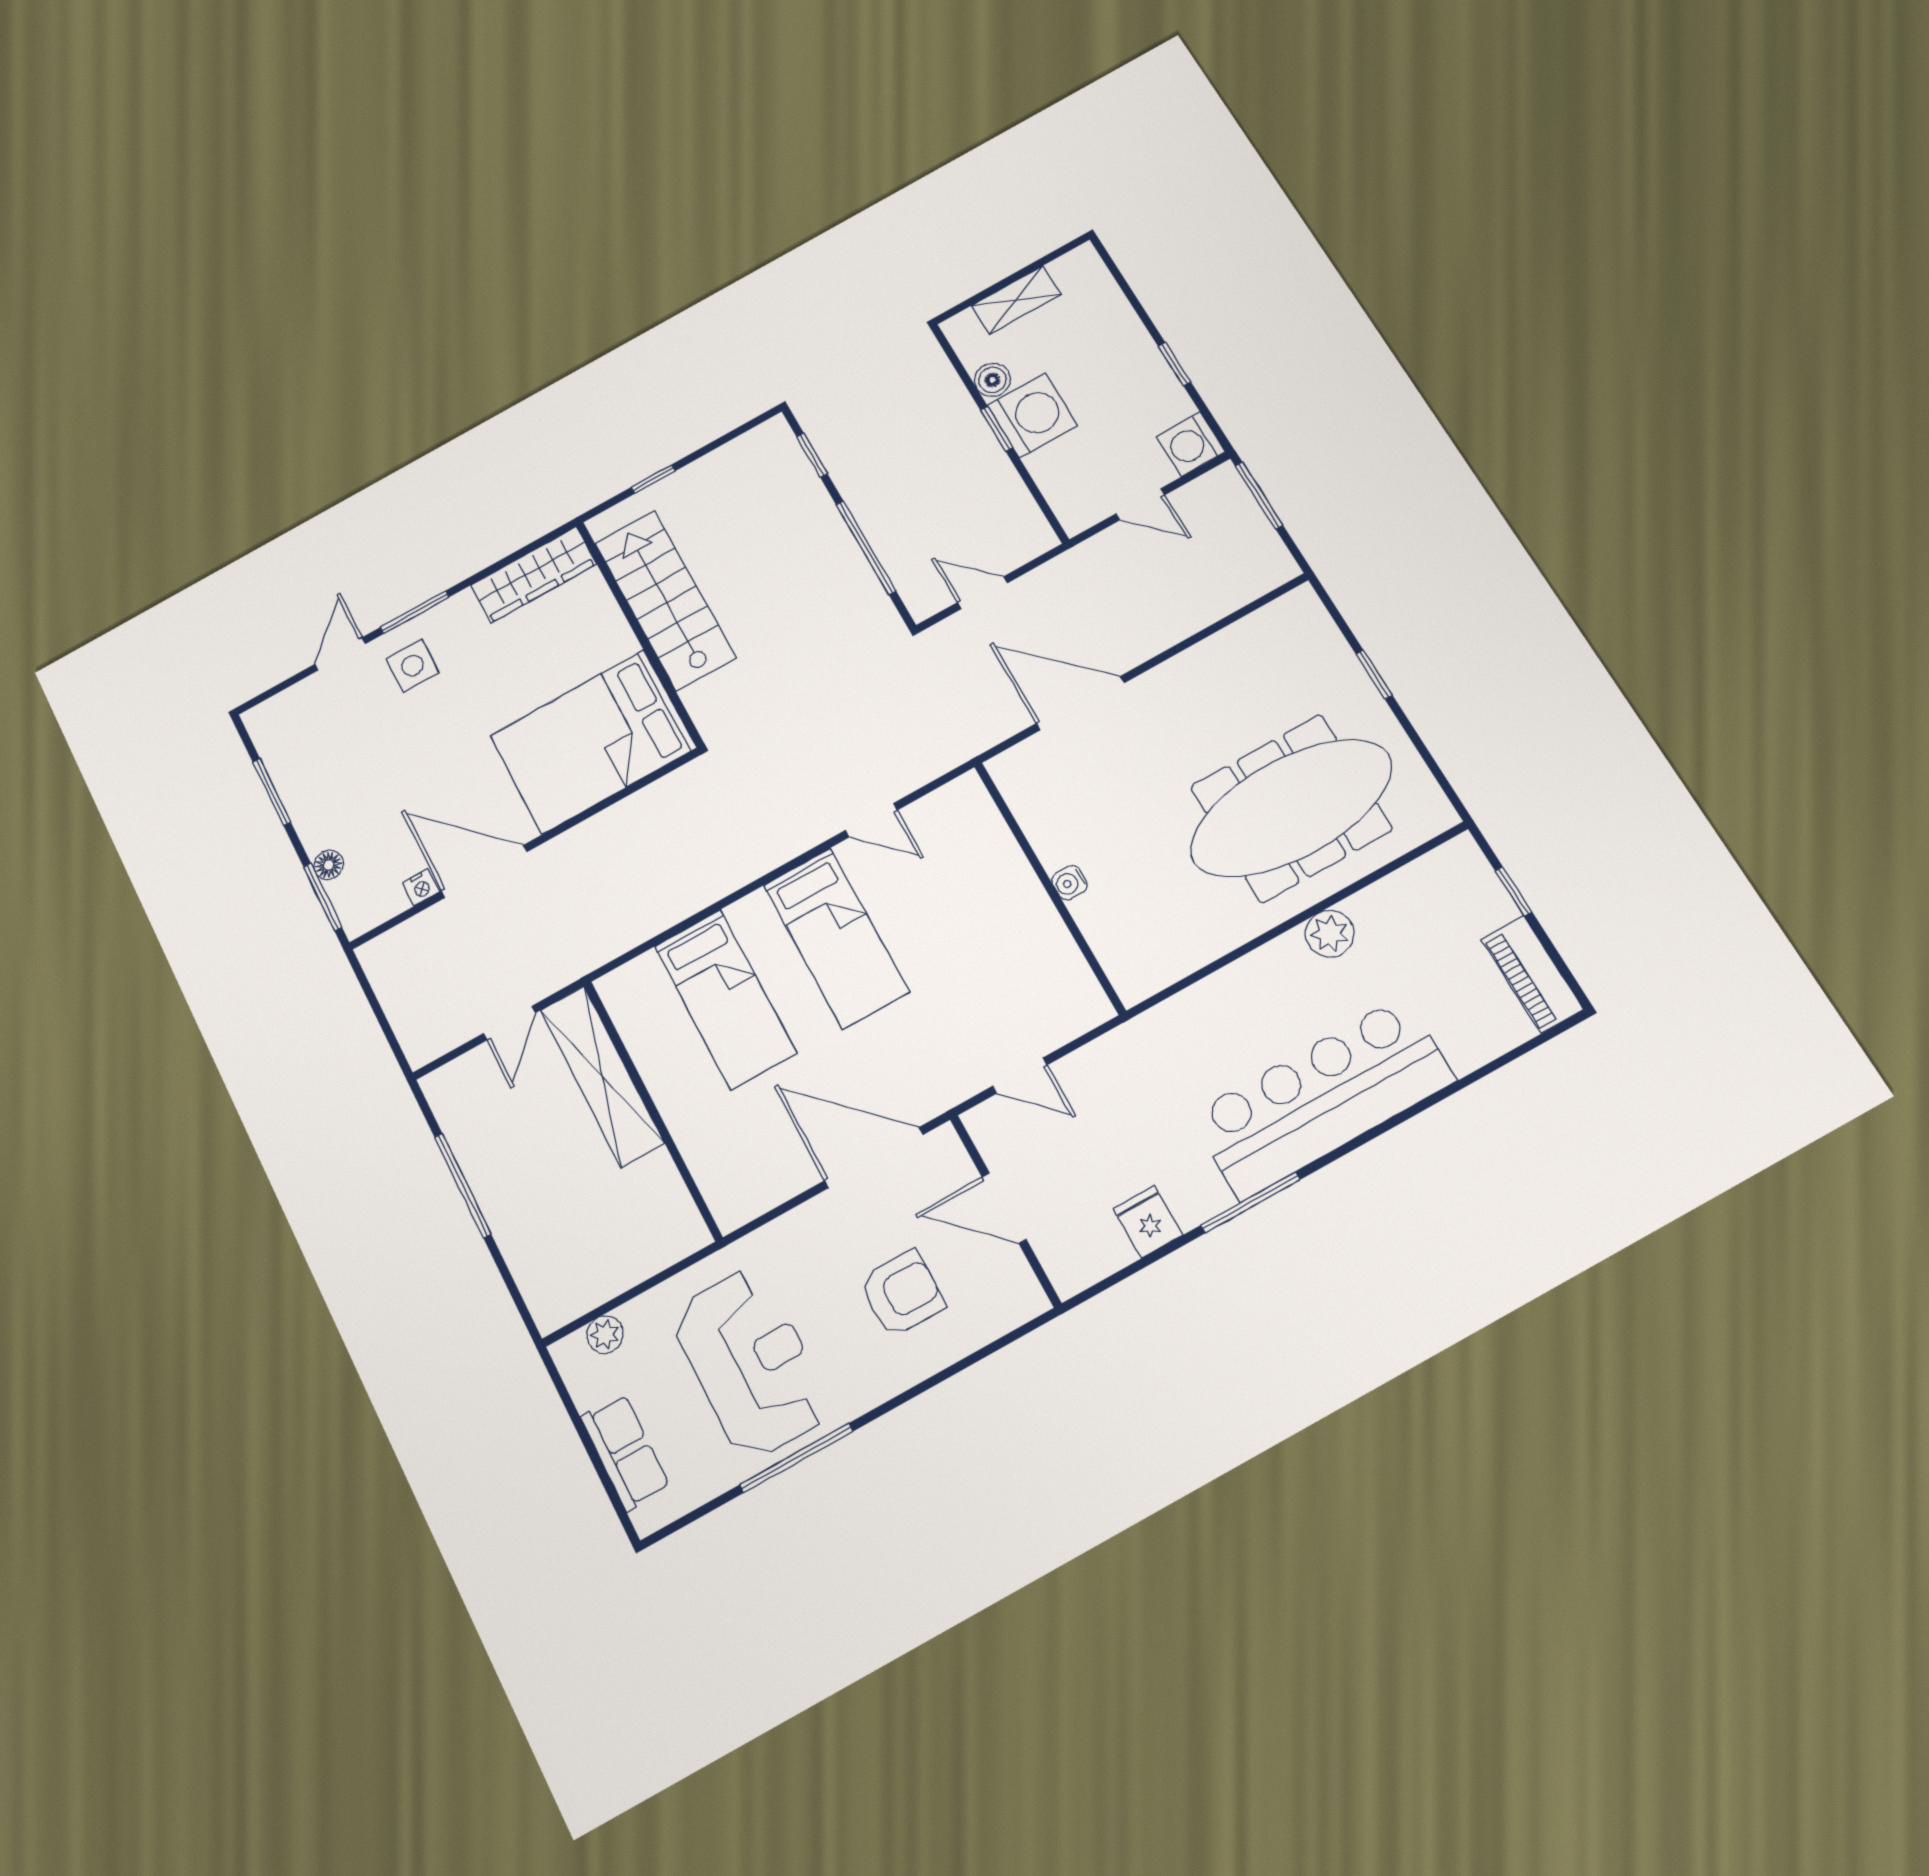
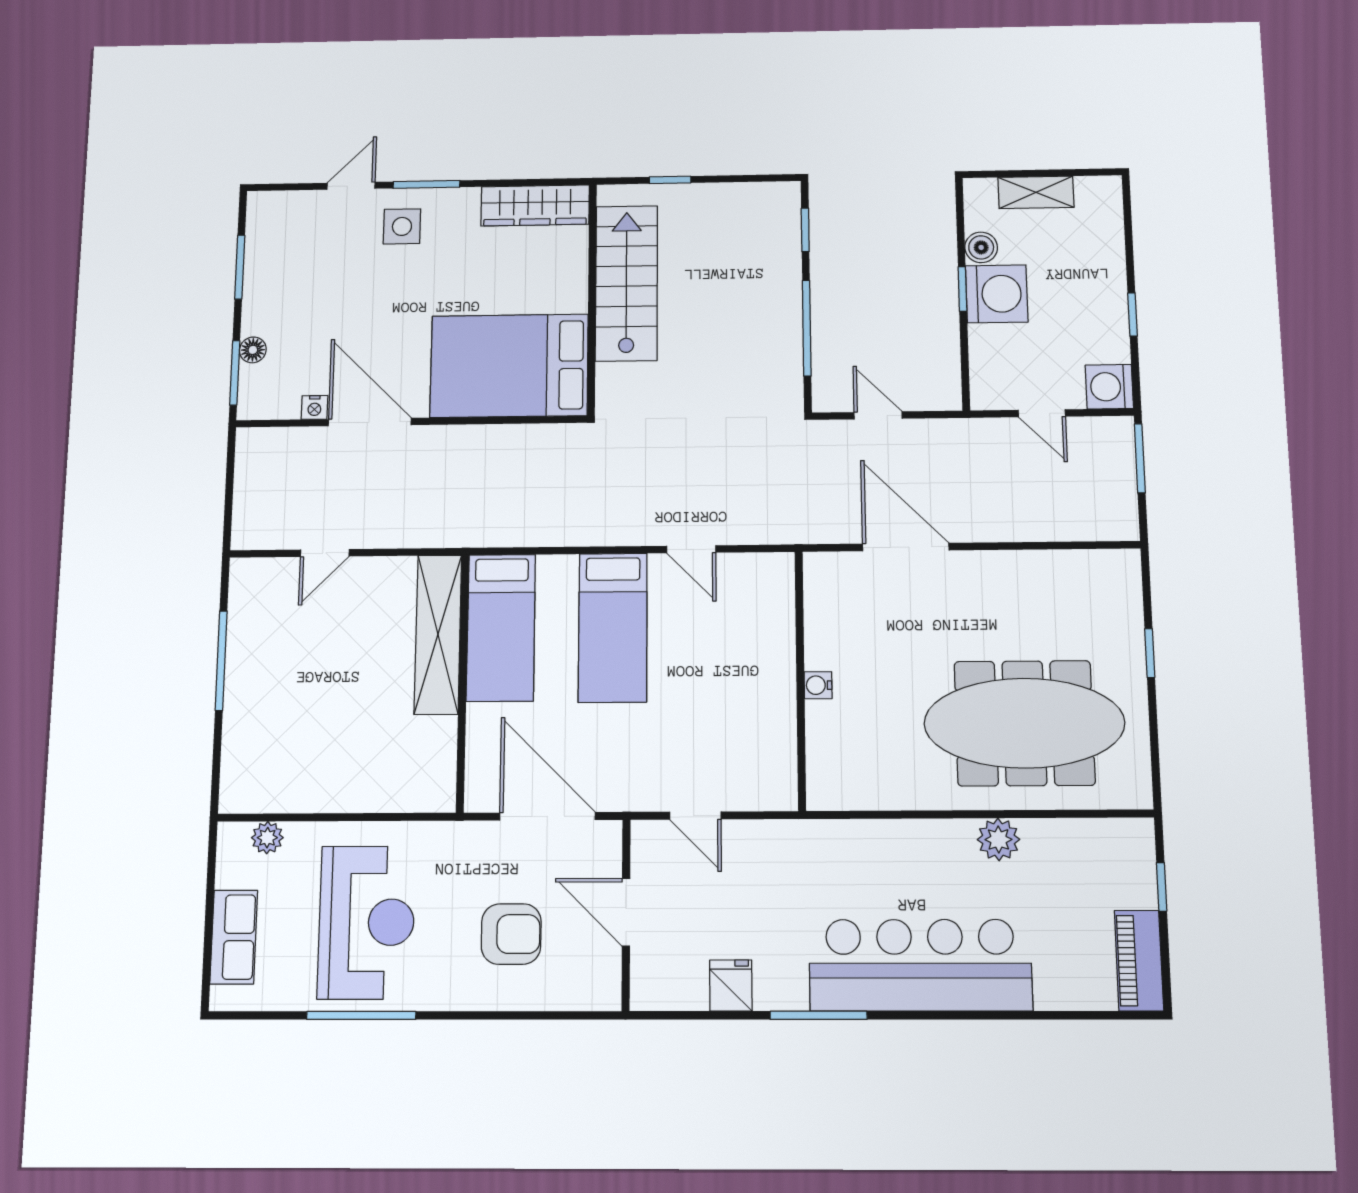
shelving: (602, 1076) -> (438, 634), moved
wall: (652, 1110) -> (463, 682), moved

